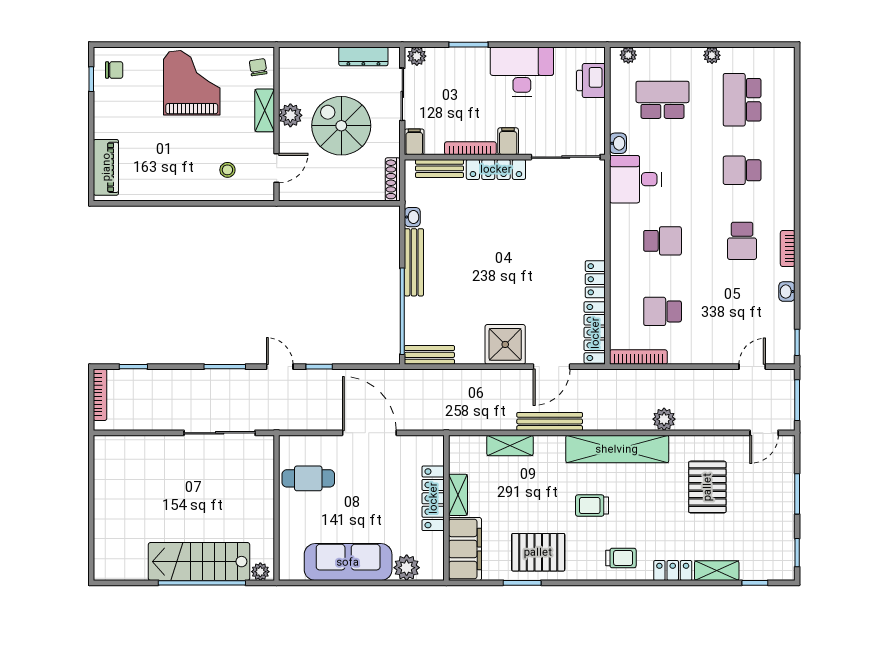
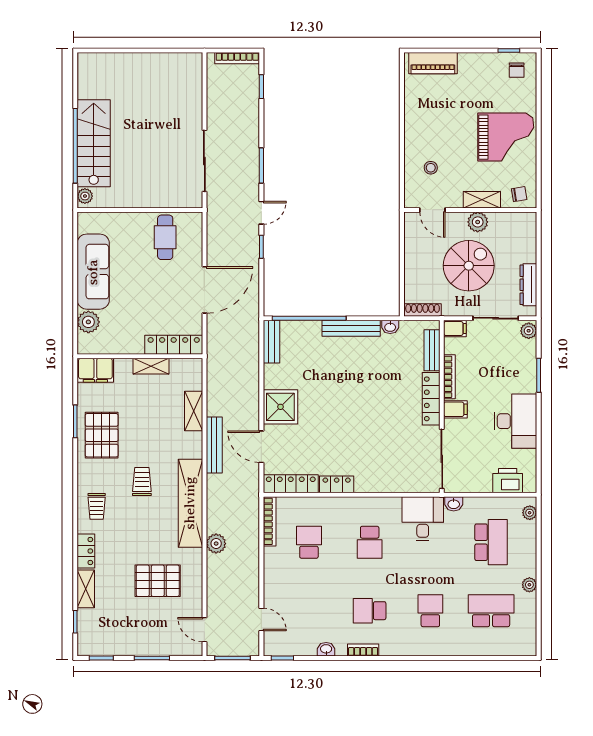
locker: (433, 498) -> (174, 345), moved
filing cabinet: (465, 549) -> (95, 370), width x0.67, depth x0.86

